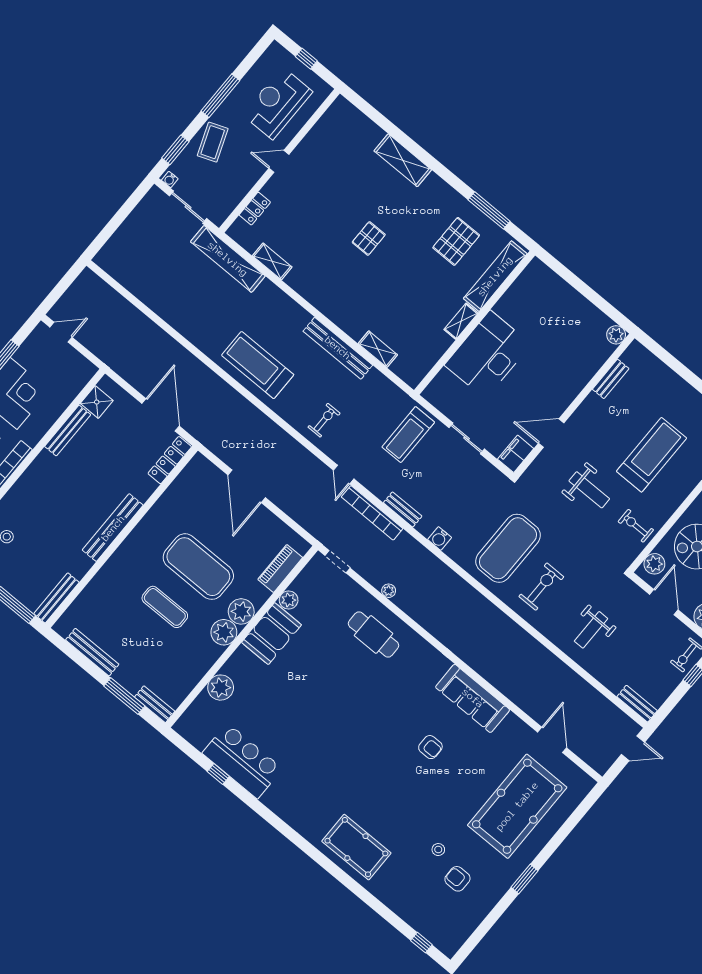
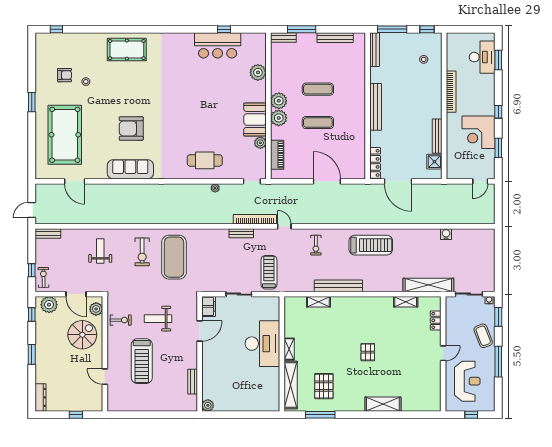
water cooler: (440, 538) -> (446, 234), moved
exercise mat: (198, 567) -> (318, 123), width x0.50, depth x0.69
armchair: (430, 747) -> (131, 128), width x1.88, depth x1.88

